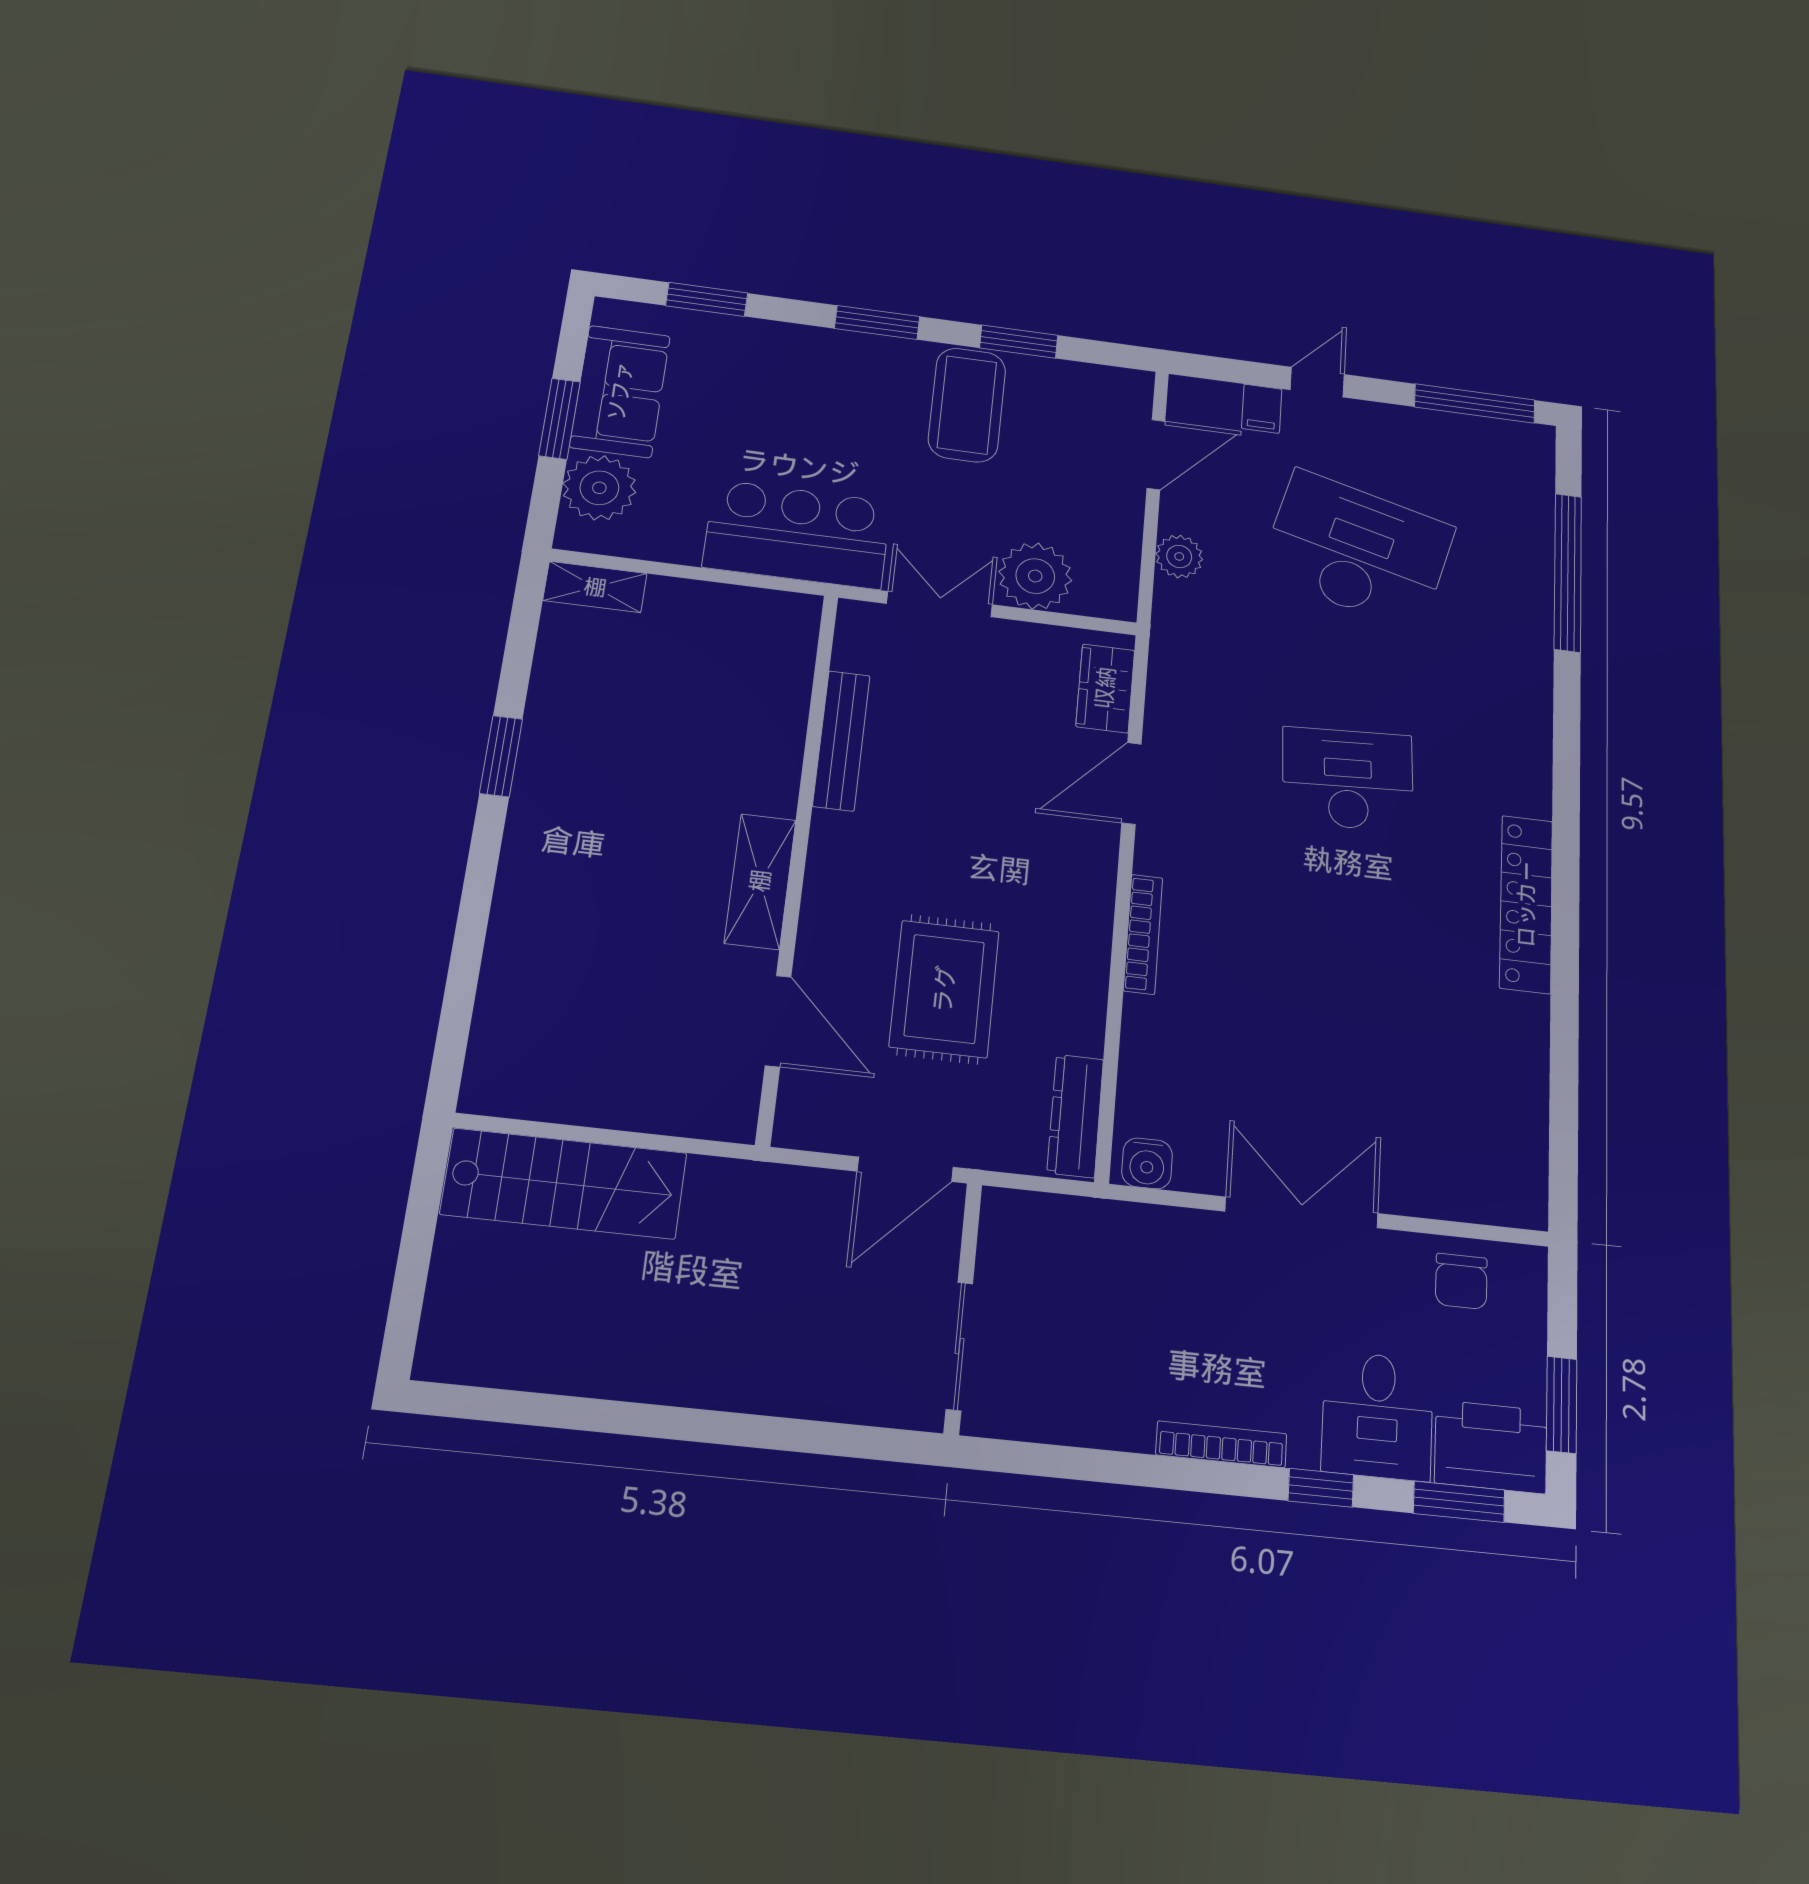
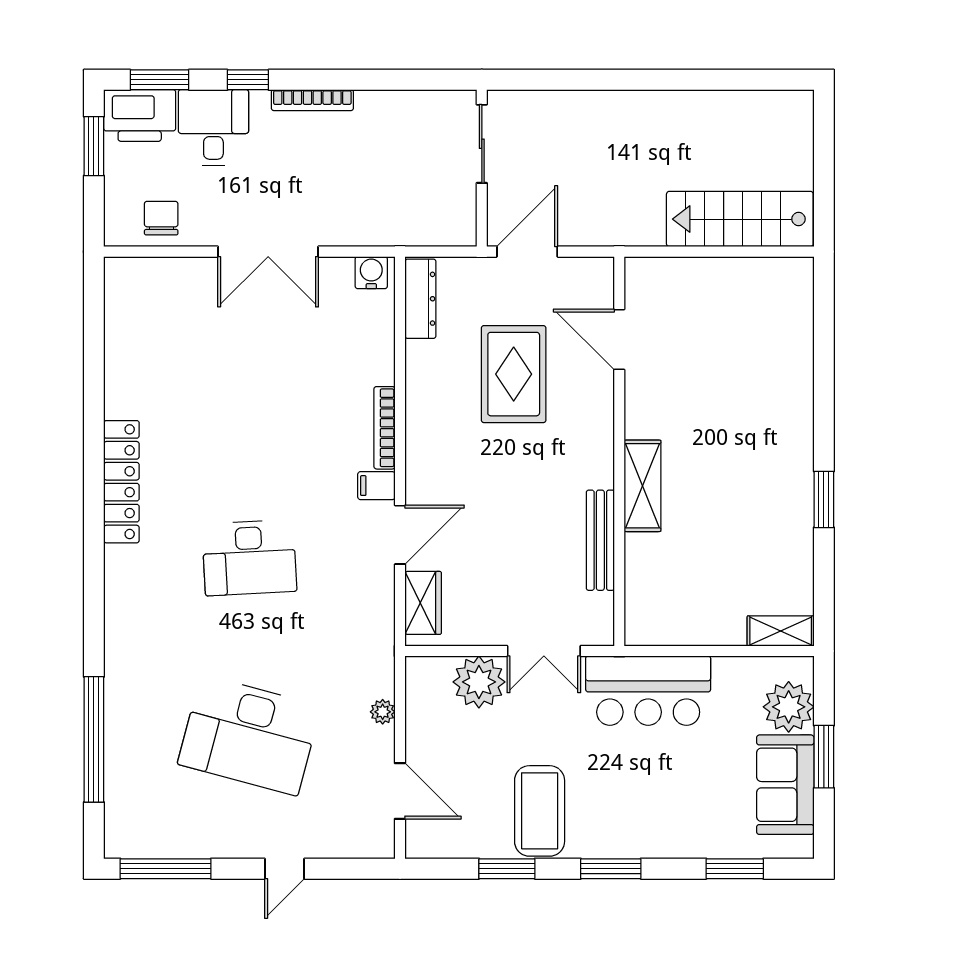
filing cabinet: (1262, 409) -> (376, 486), moved, turned -90
door: (1156, 454) -> (400, 791), swing flipped
plant: (1179, 556) -> (383, 712), width x0.73, depth x0.73
shelving: (760, 881) -> (642, 486), moved

